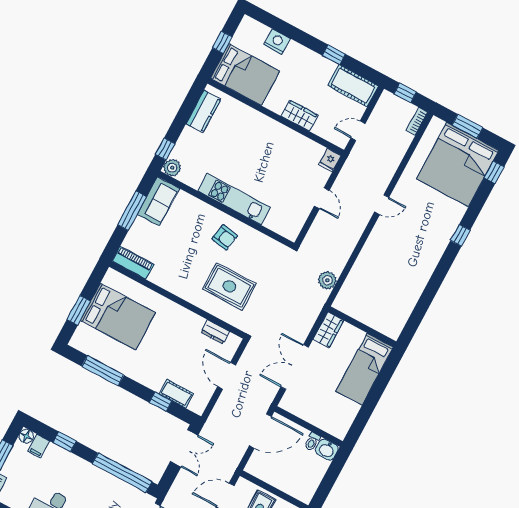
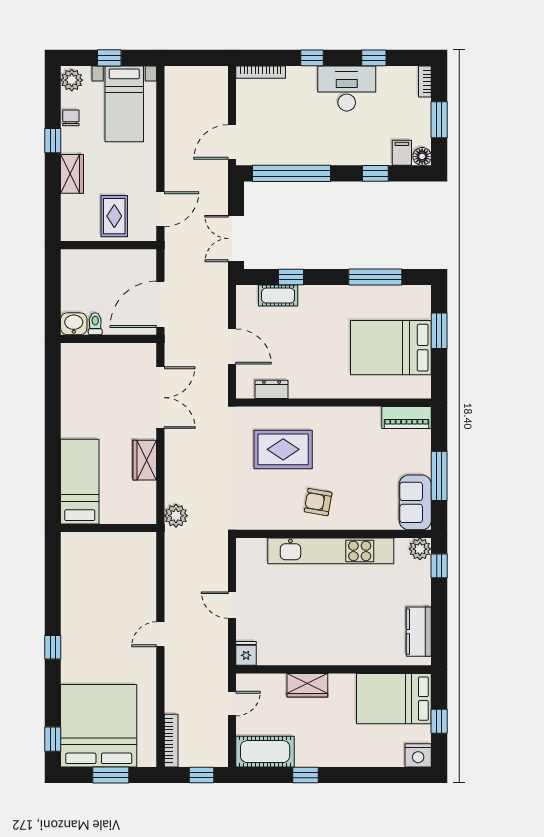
nightstand: (277, 42) -> (418, 755), moved
bookcase: (417, 121) -> (171, 741), width x1.56
kitchen unit: (234, 199) -> (331, 551), width x1.36
wall: (362, 327) -> (108, 528), moved
bed: (365, 369) -> (80, 482), moved

